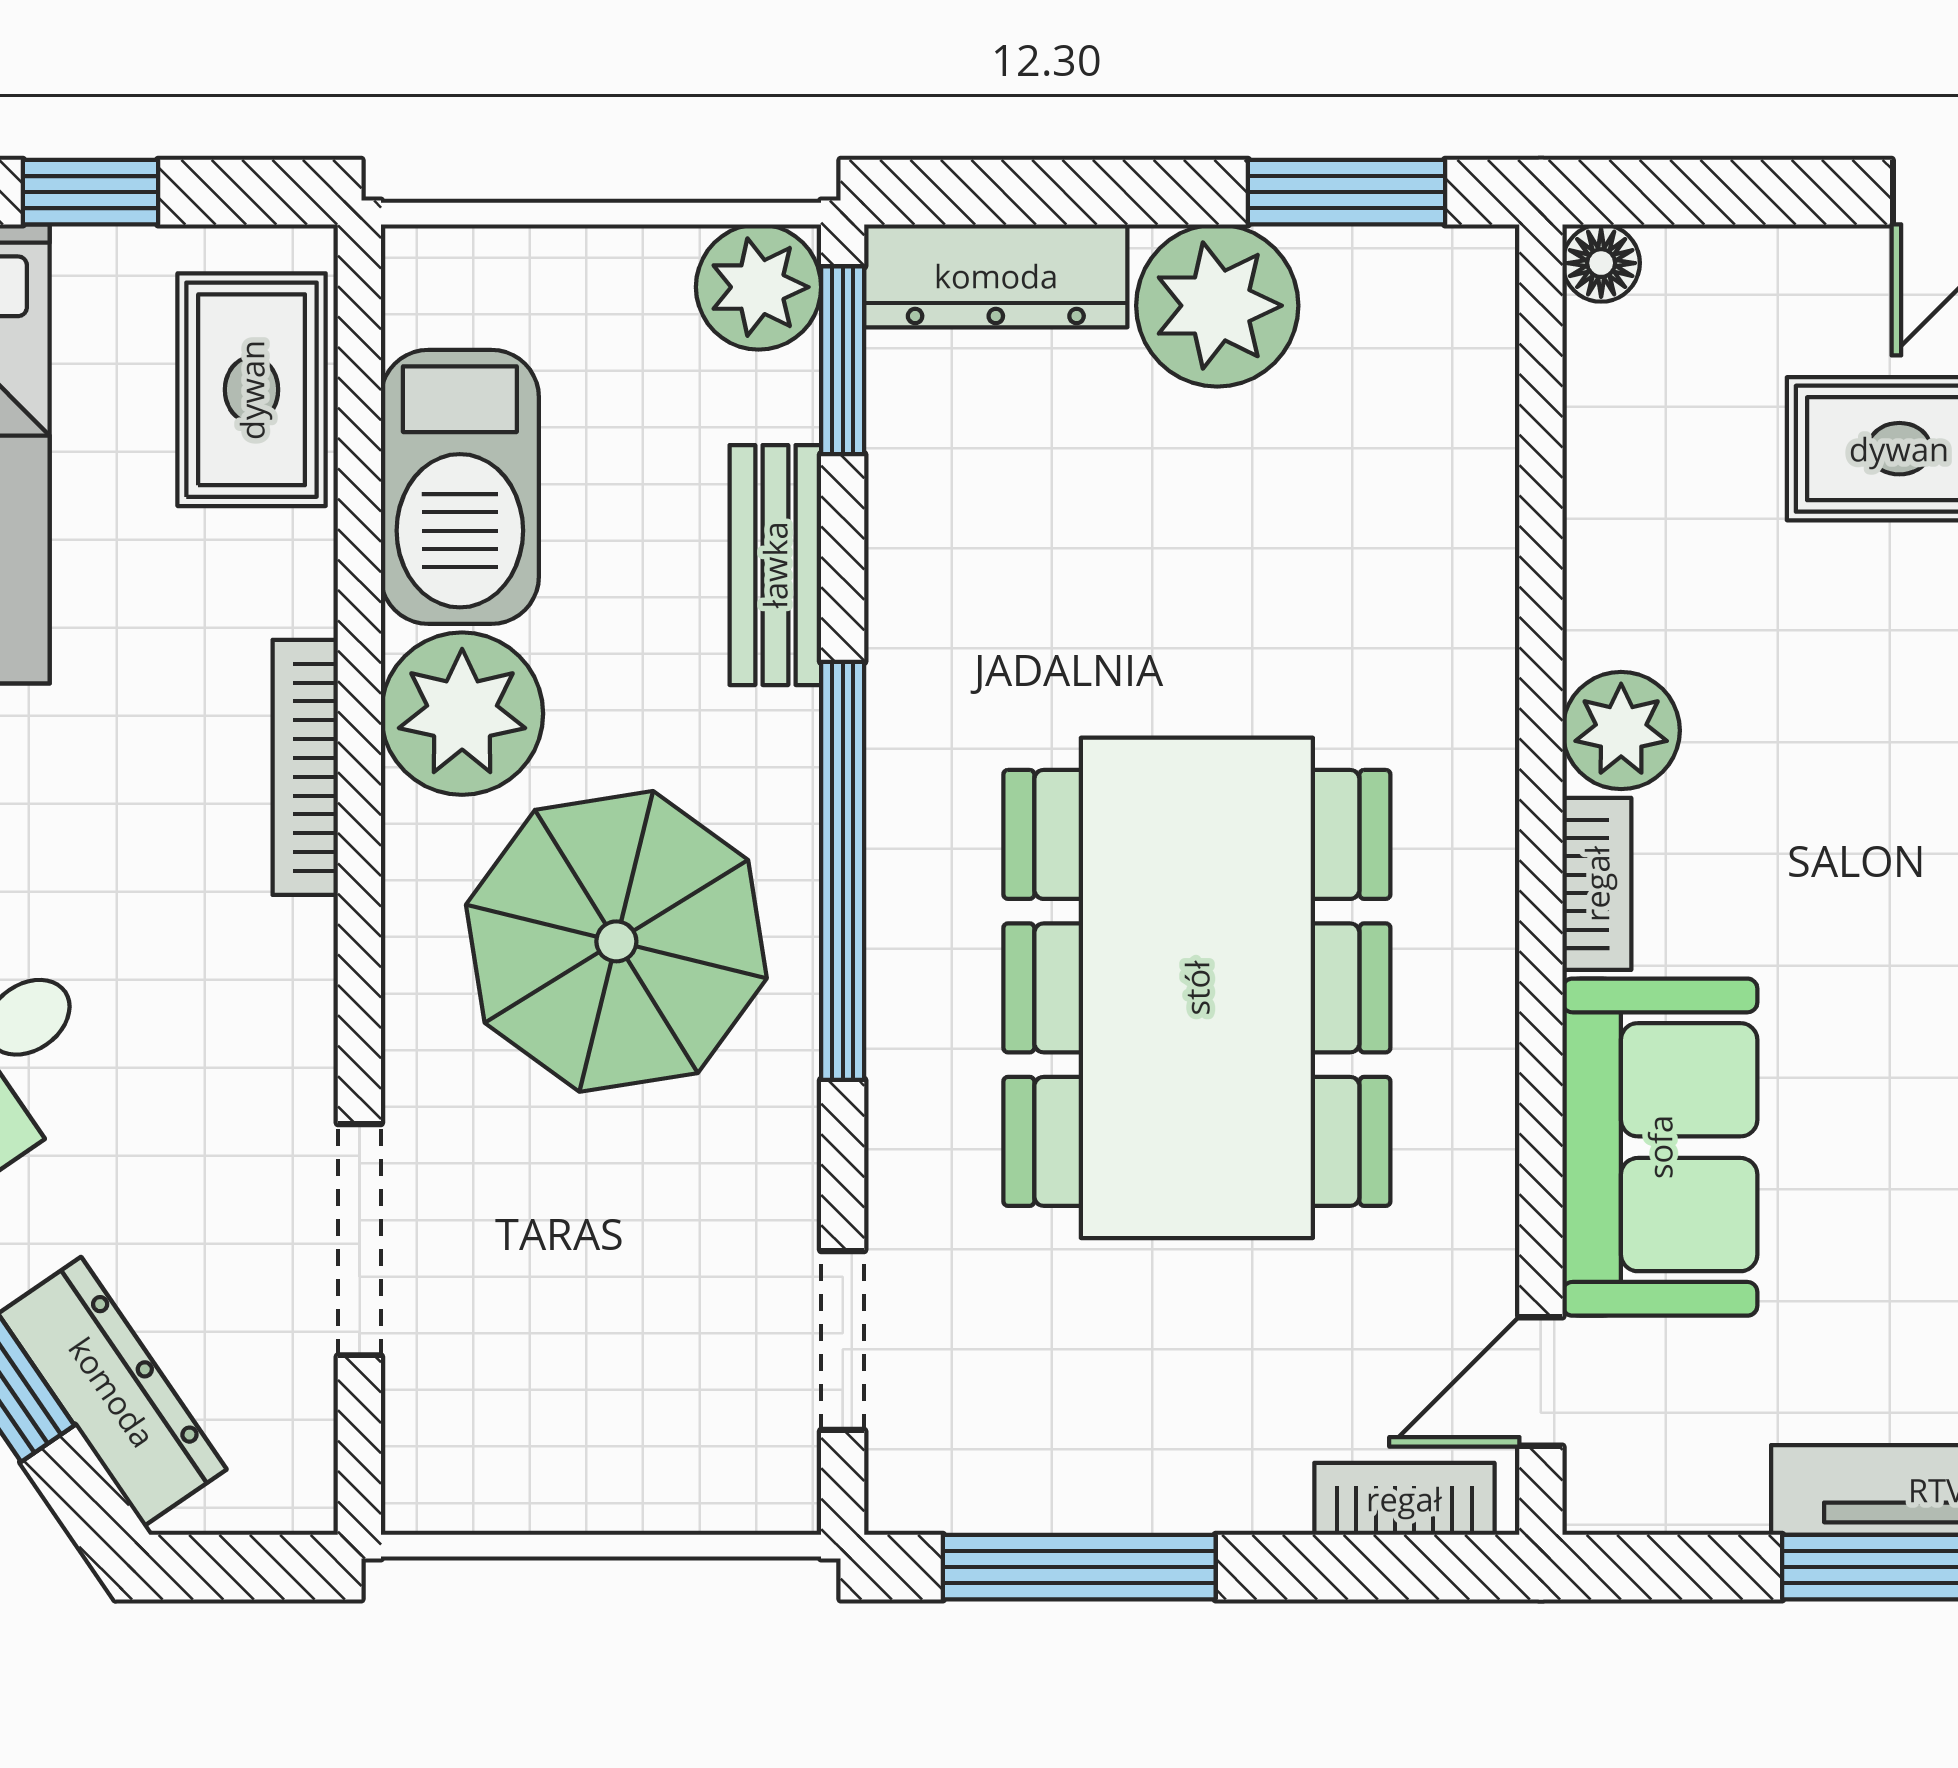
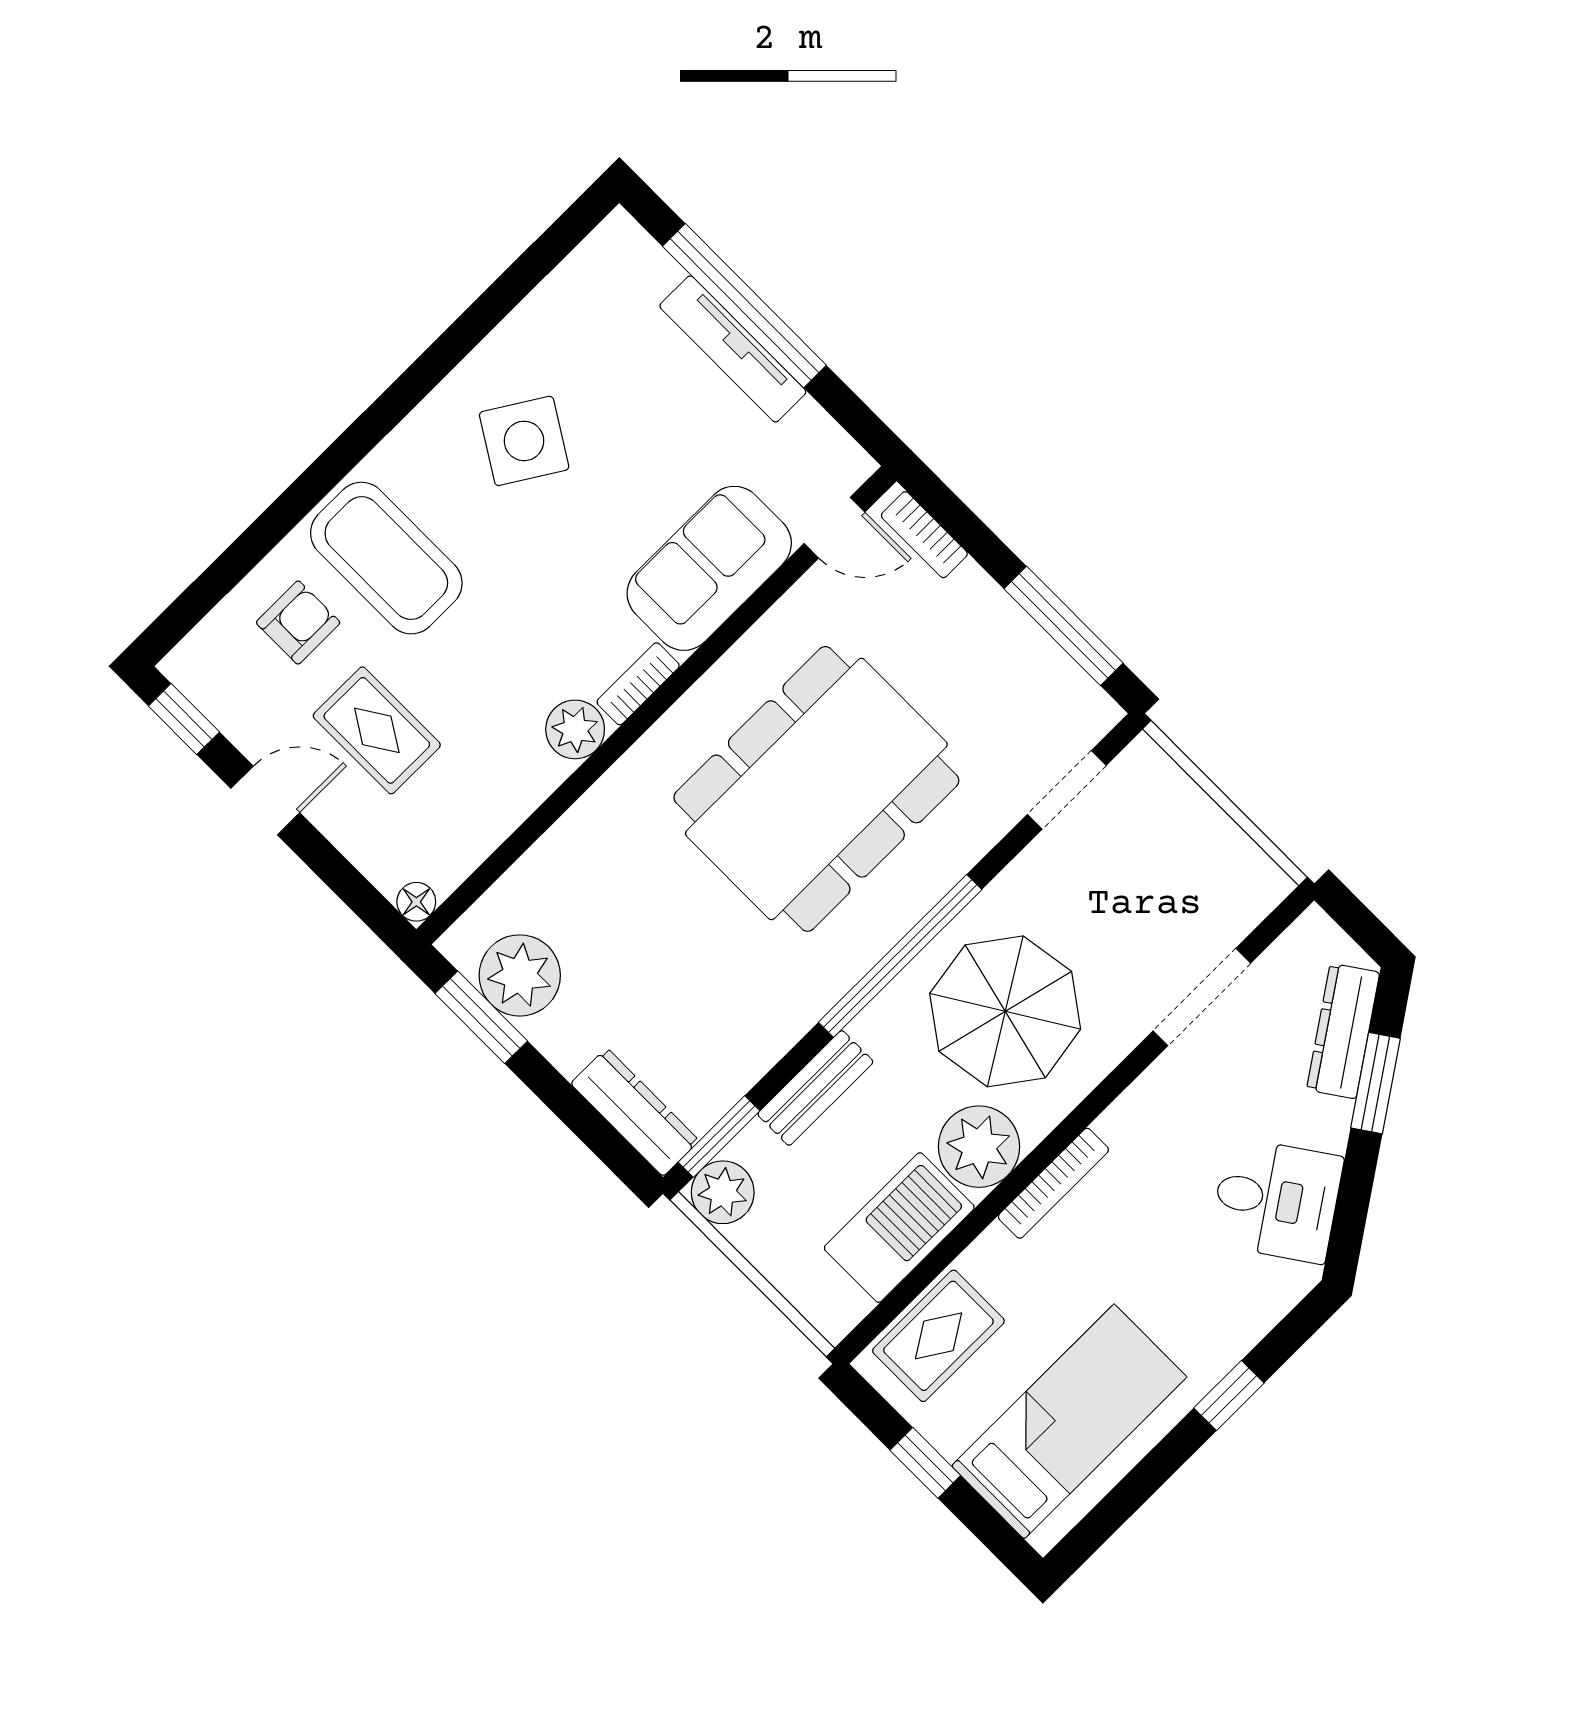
plant: (1217, 306) -> (520, 975), moved

